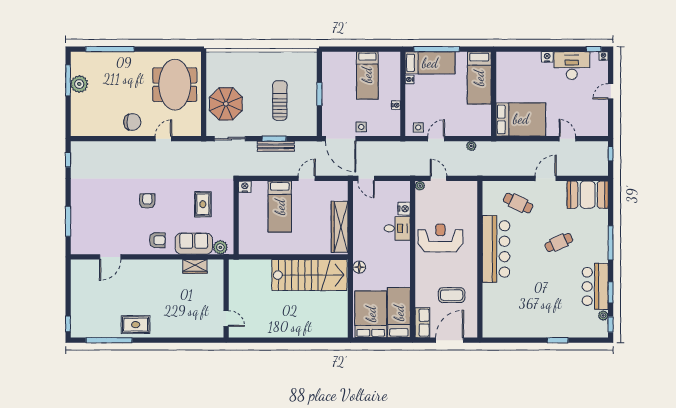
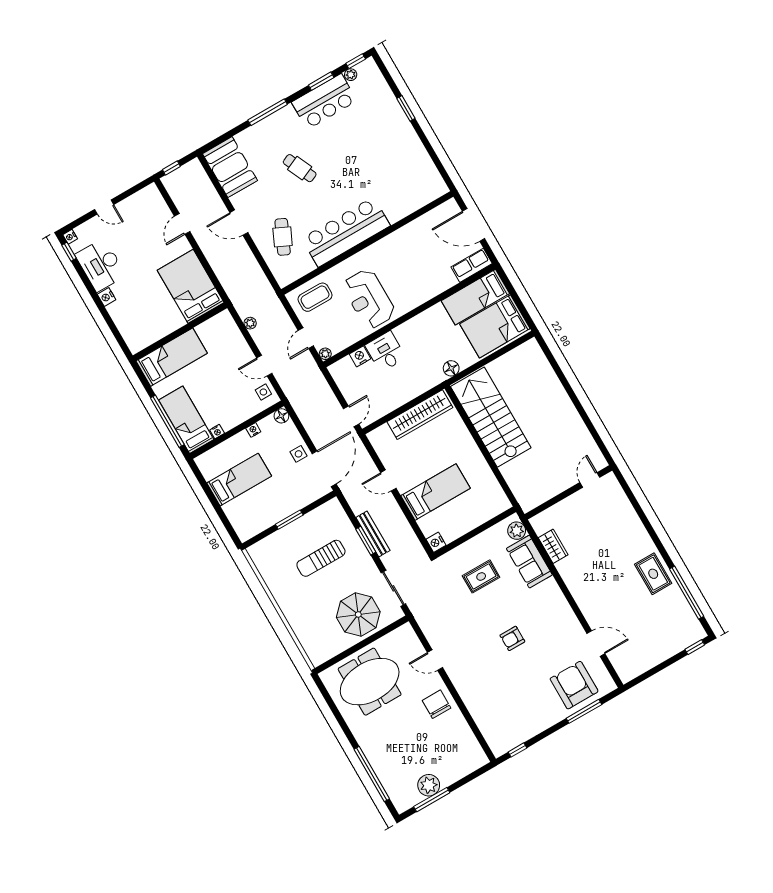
floor lamp: (394, 130) -> (281, 416), added
armchair: (157, 240) -> (574, 685), moved, width x1.88, depth x1.88
coffee table: (452, 295) -> (315, 297), moved, turned 90

